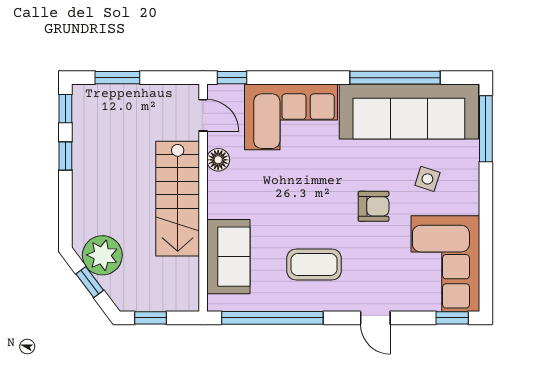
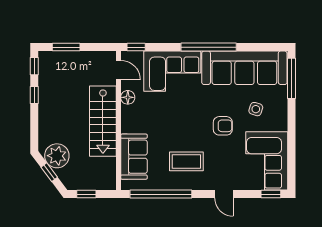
window: (395, 78) -> (209, 47), moved

